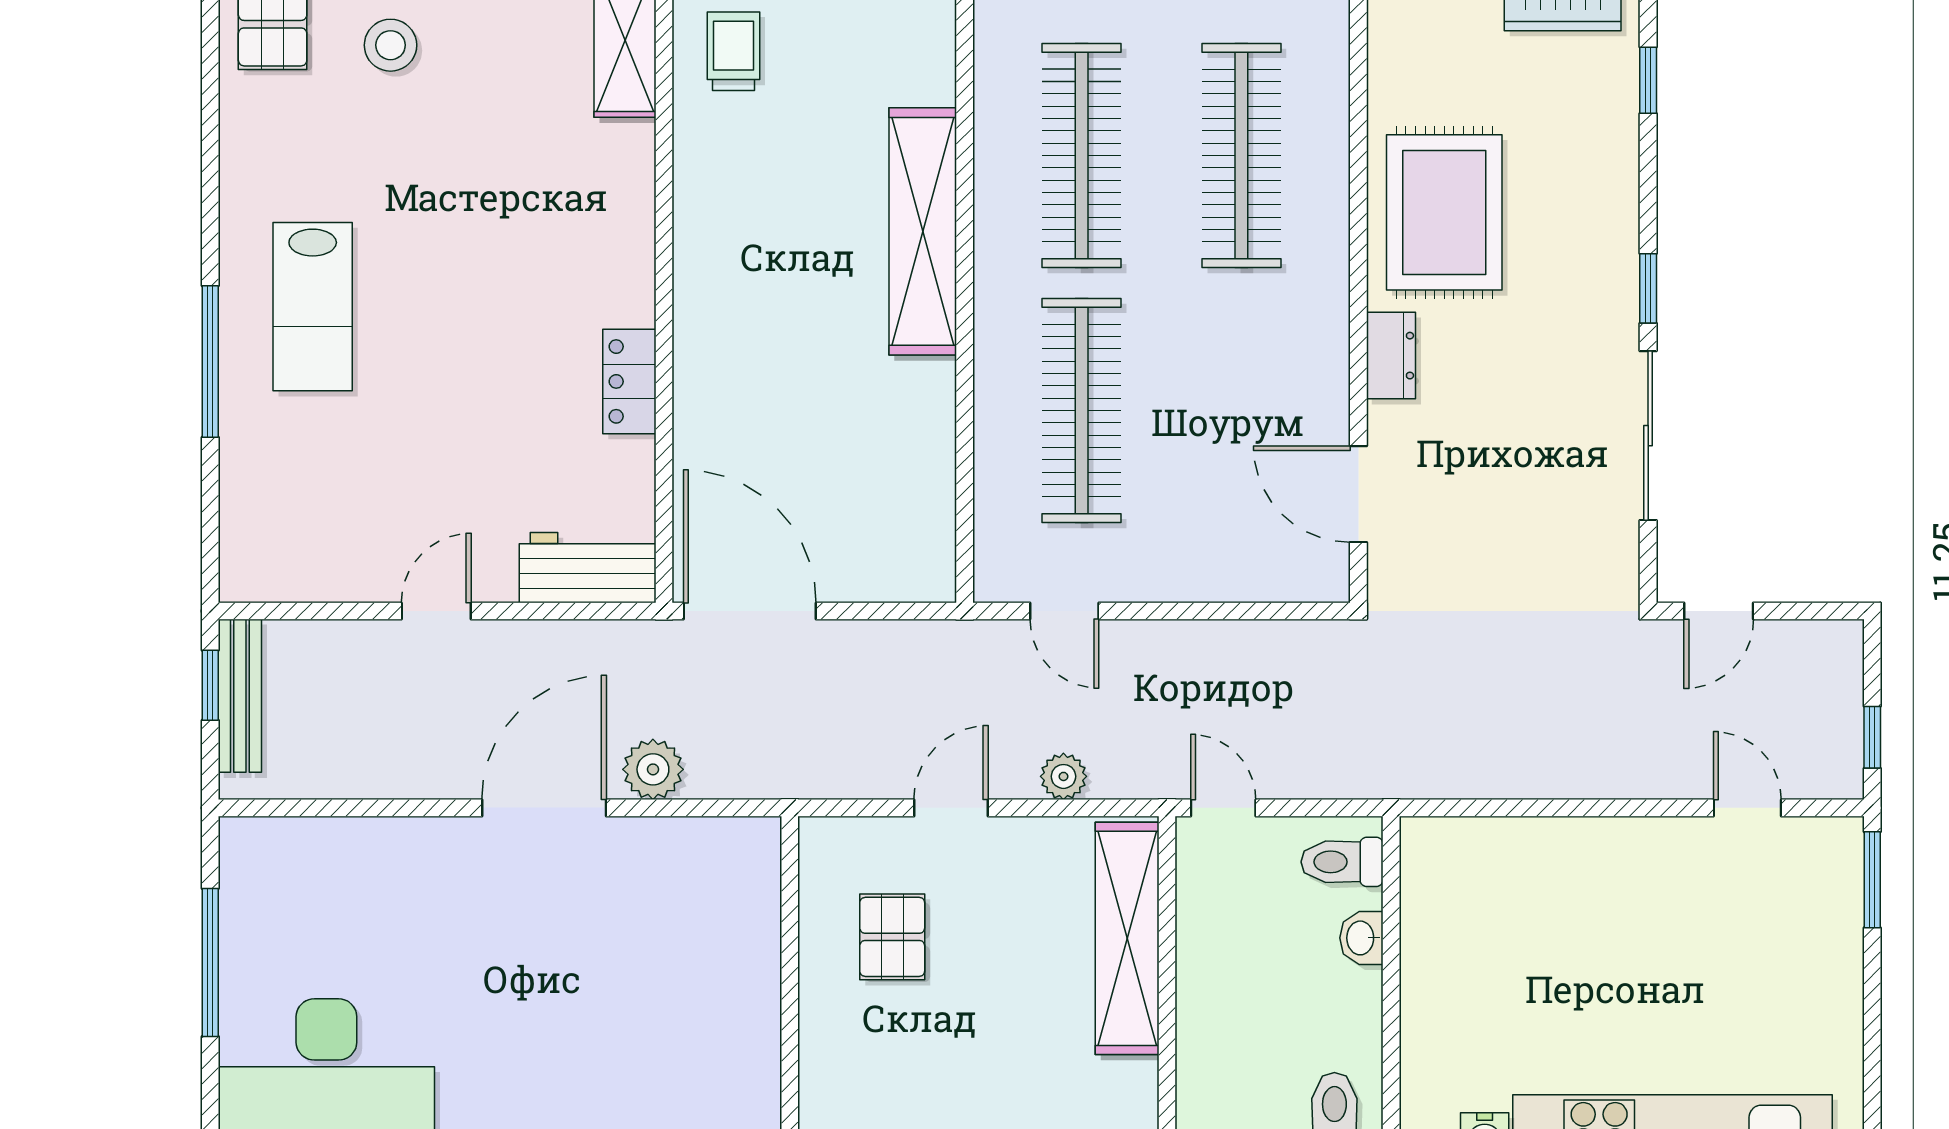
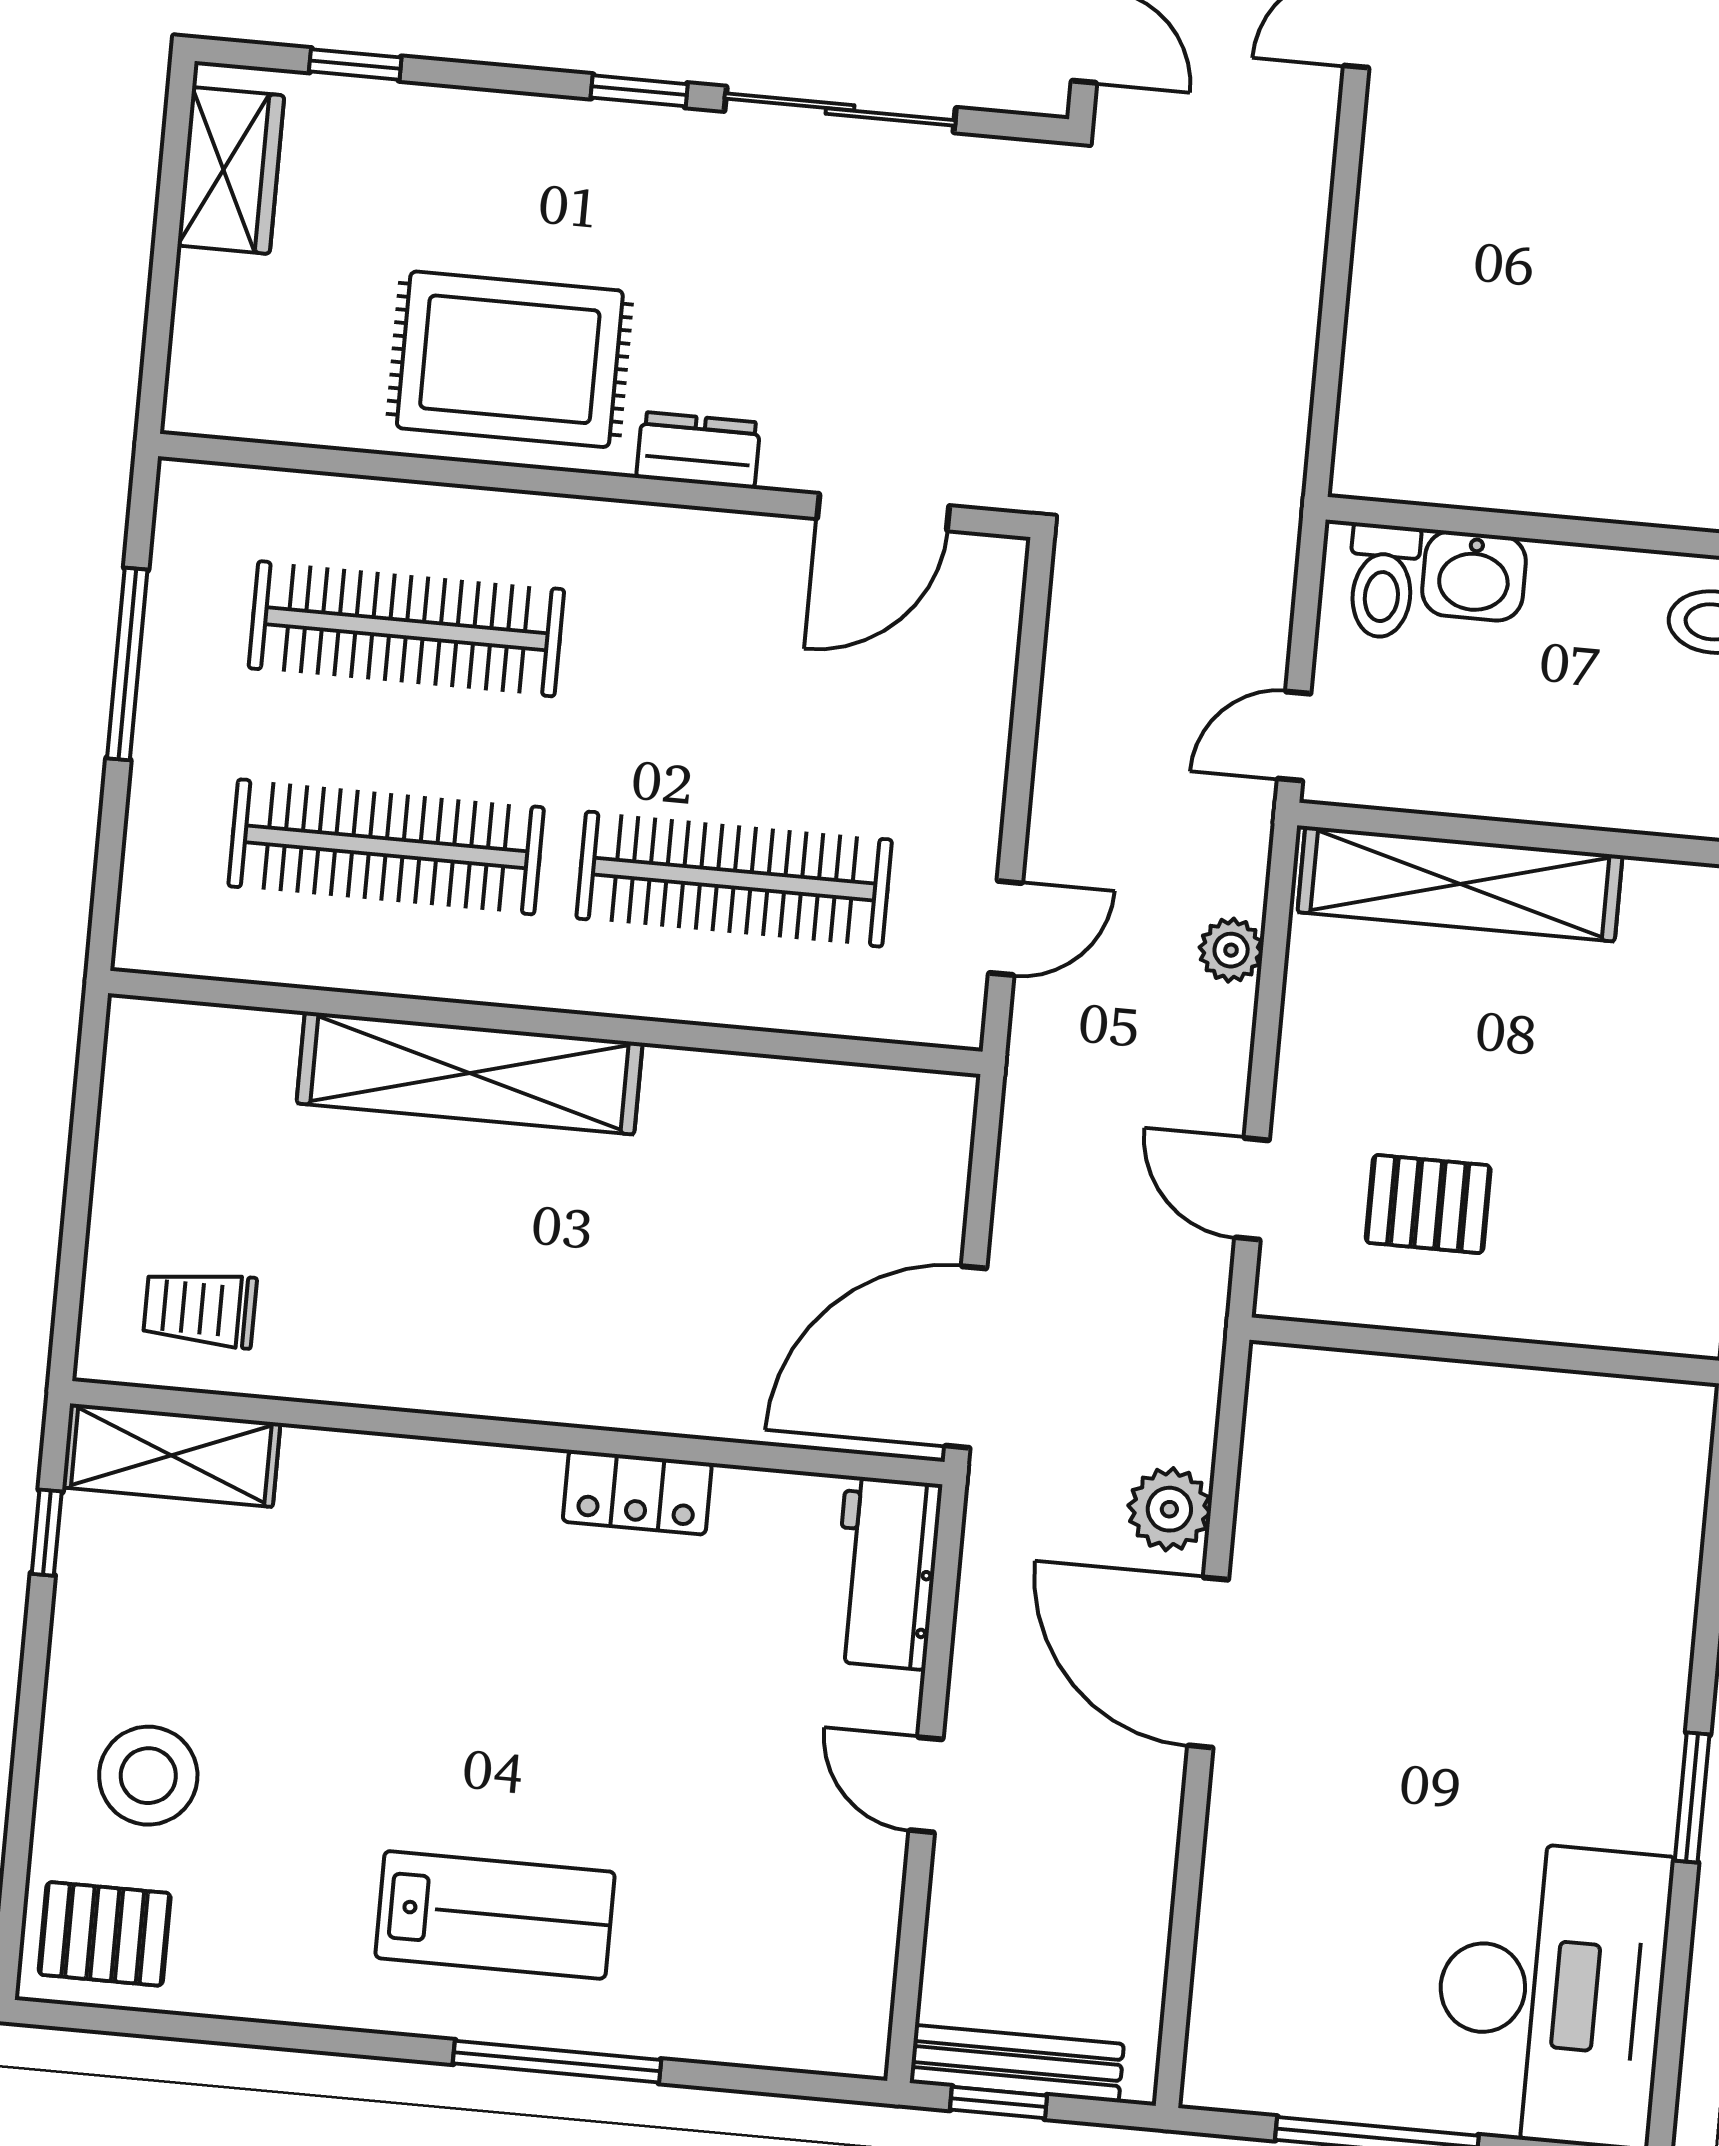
stool: (391, 45) -> (148, 1776), width x1.38, depth x1.38
door: (951, 808) -> (1252, 1189), moved
washbasin: (1361, 938) -> (1474, 576), width x1.38, depth x1.45

